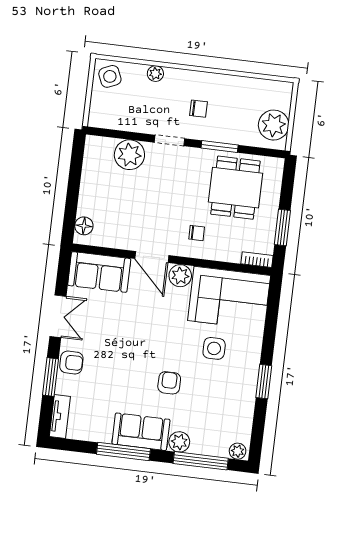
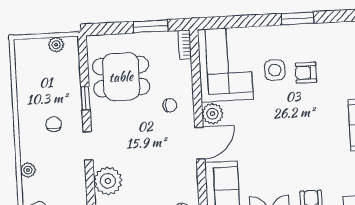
plant: (274, 125) -> (56, 45), width x0.53, depth x0.53
window: (220, 147) -> (85, 98), width x0.67
chair: (197, 233) -> (170, 105), turned 90
armchair: (169, 383) -> (306, 73), moved

